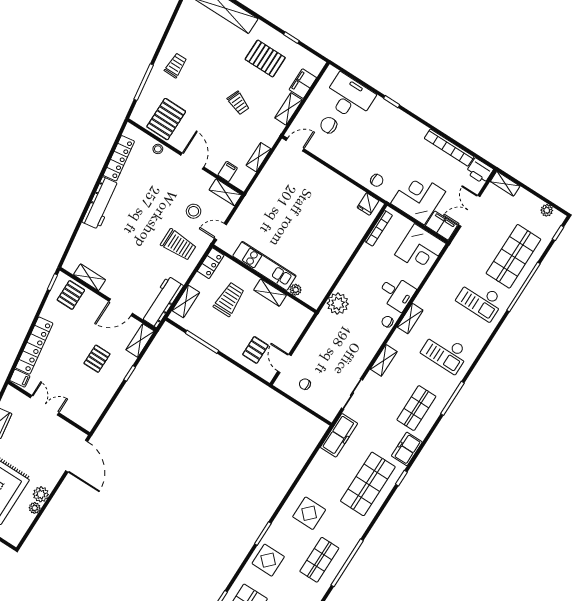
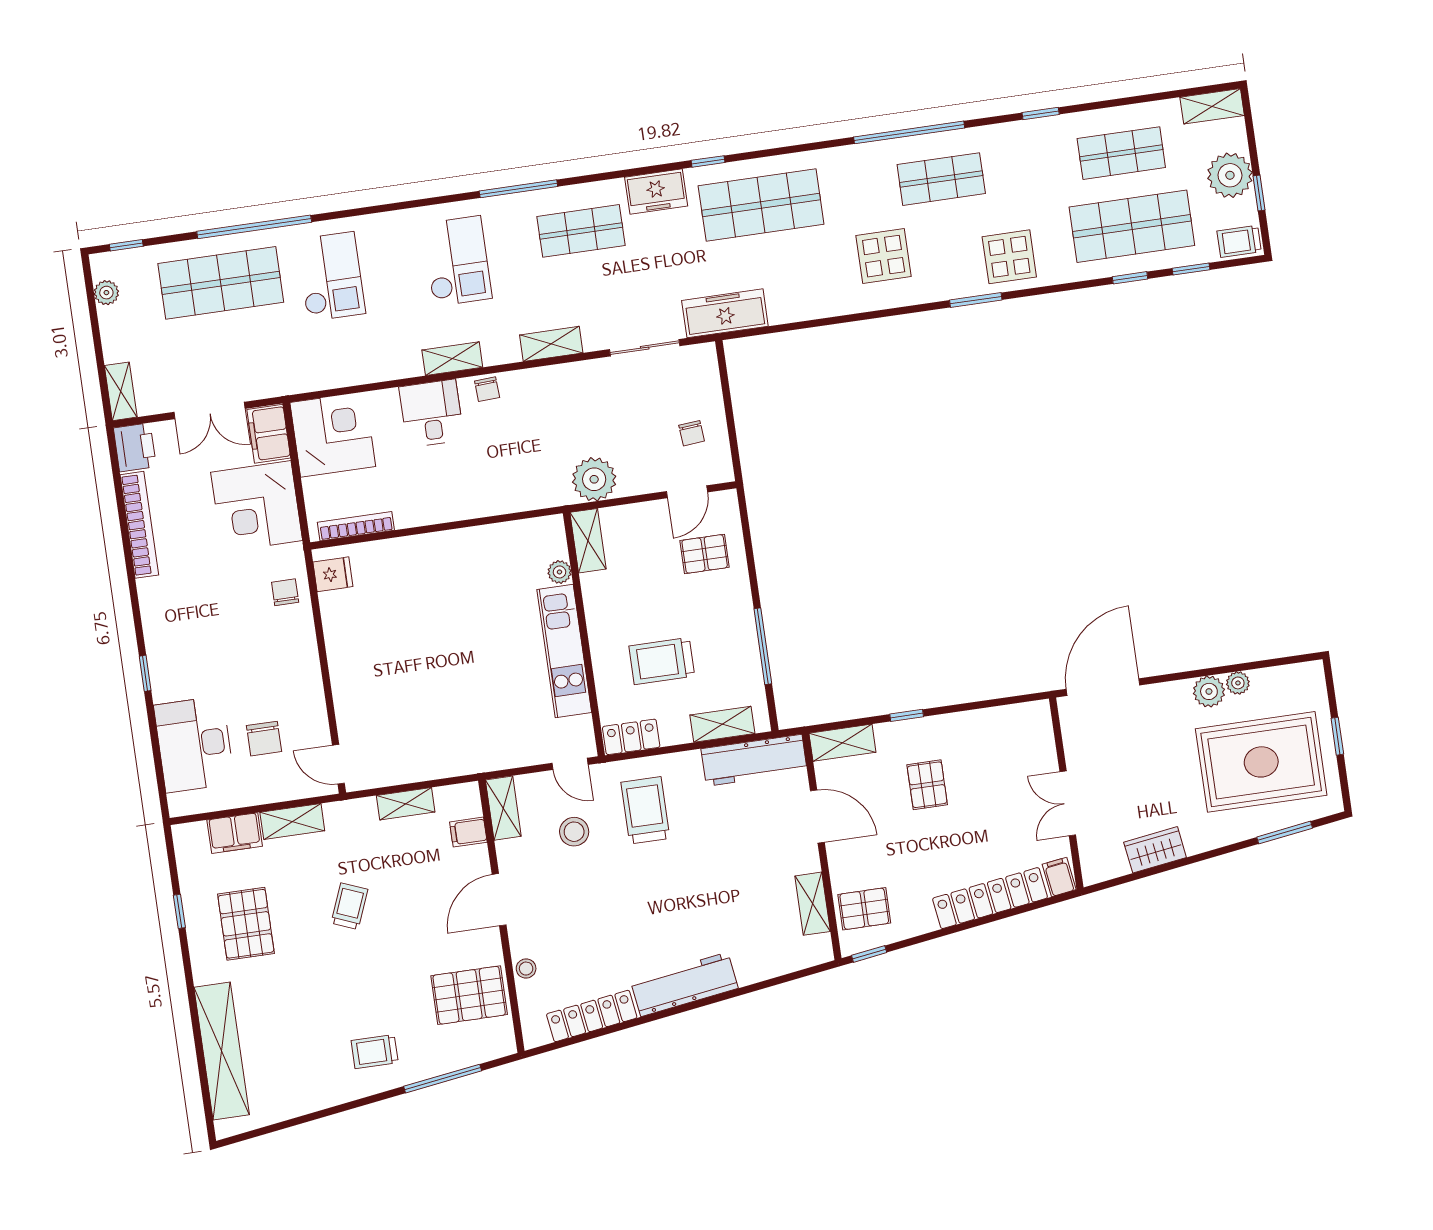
shelving: (270, 293) -> (588, 541), moved
plant: (338, 304) -> (594, 479), moved
pallet: (97, 359) -> (927, 785), turned 90

